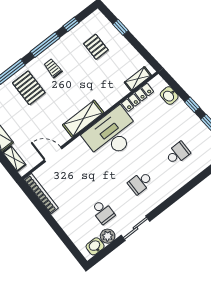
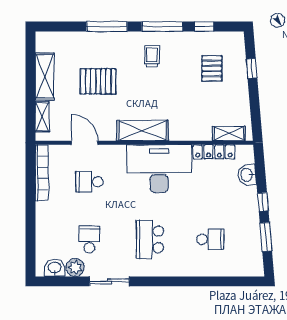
pallet: (29, 88) -> (98, 81), moved, turned 90
school desk: (75, 176) -> (89, 182), added
school desk: (140, 183) -> (150, 239), width x1.85
school desk: (103, 212) -> (89, 239), turned 180

